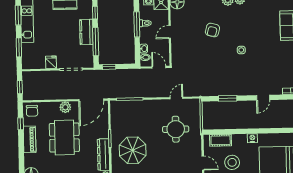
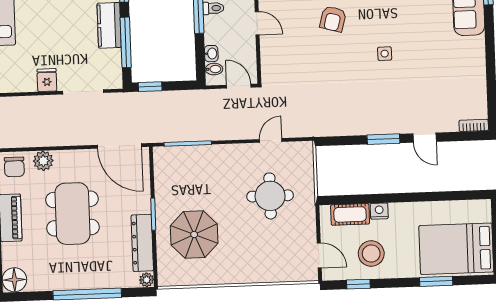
door: (170, 32) -> (257, 23), swing flipped
window: (228, 98) -> (383, 139), moved
door: (263, 98) -> (425, 138), hinge flipped
door: (91, 100) -> (119, 146), hinge flipped
plant: (65, 107) -> (43, 161), moved
nightstand: (252, 138) -> (379, 211), moved

